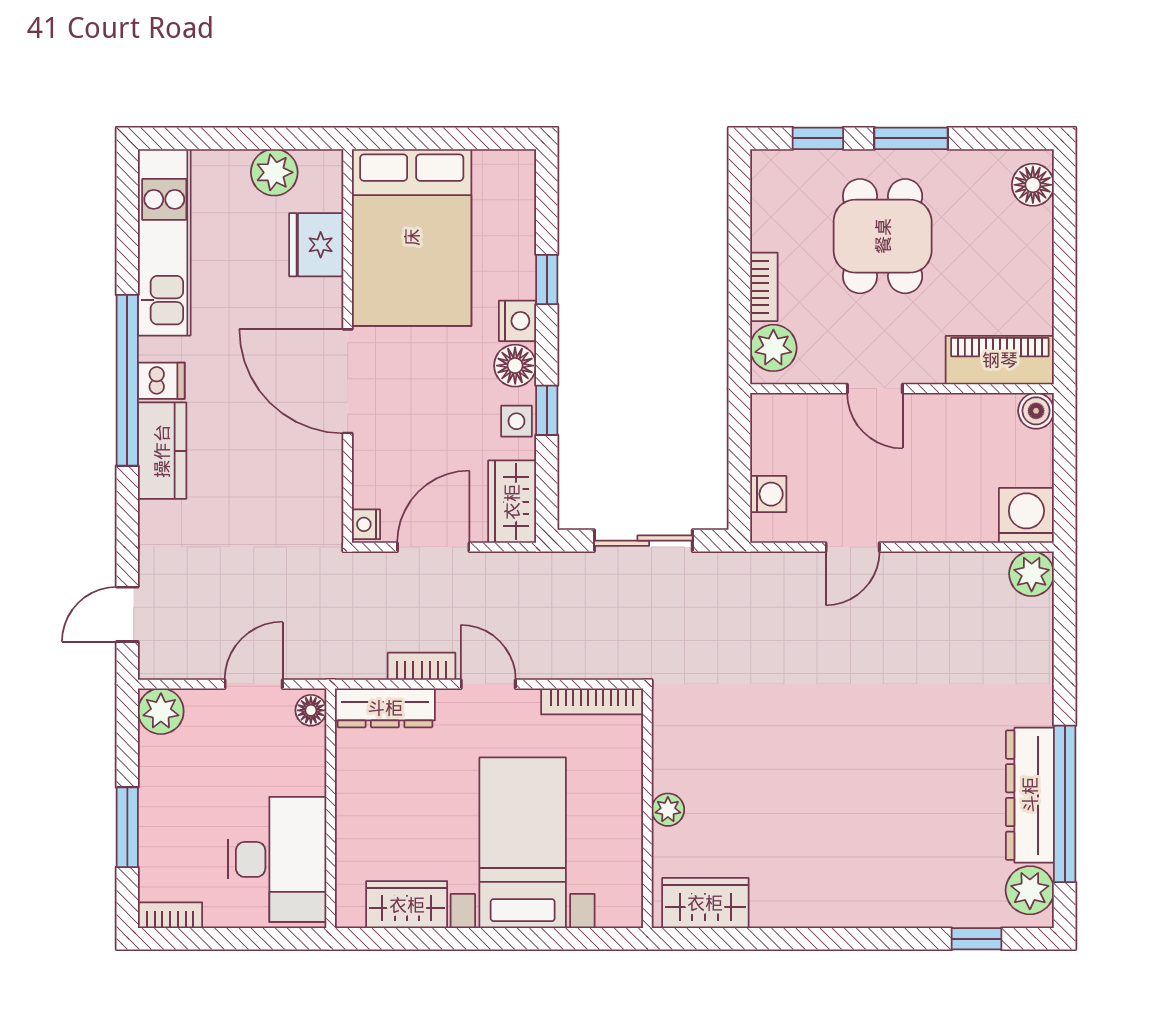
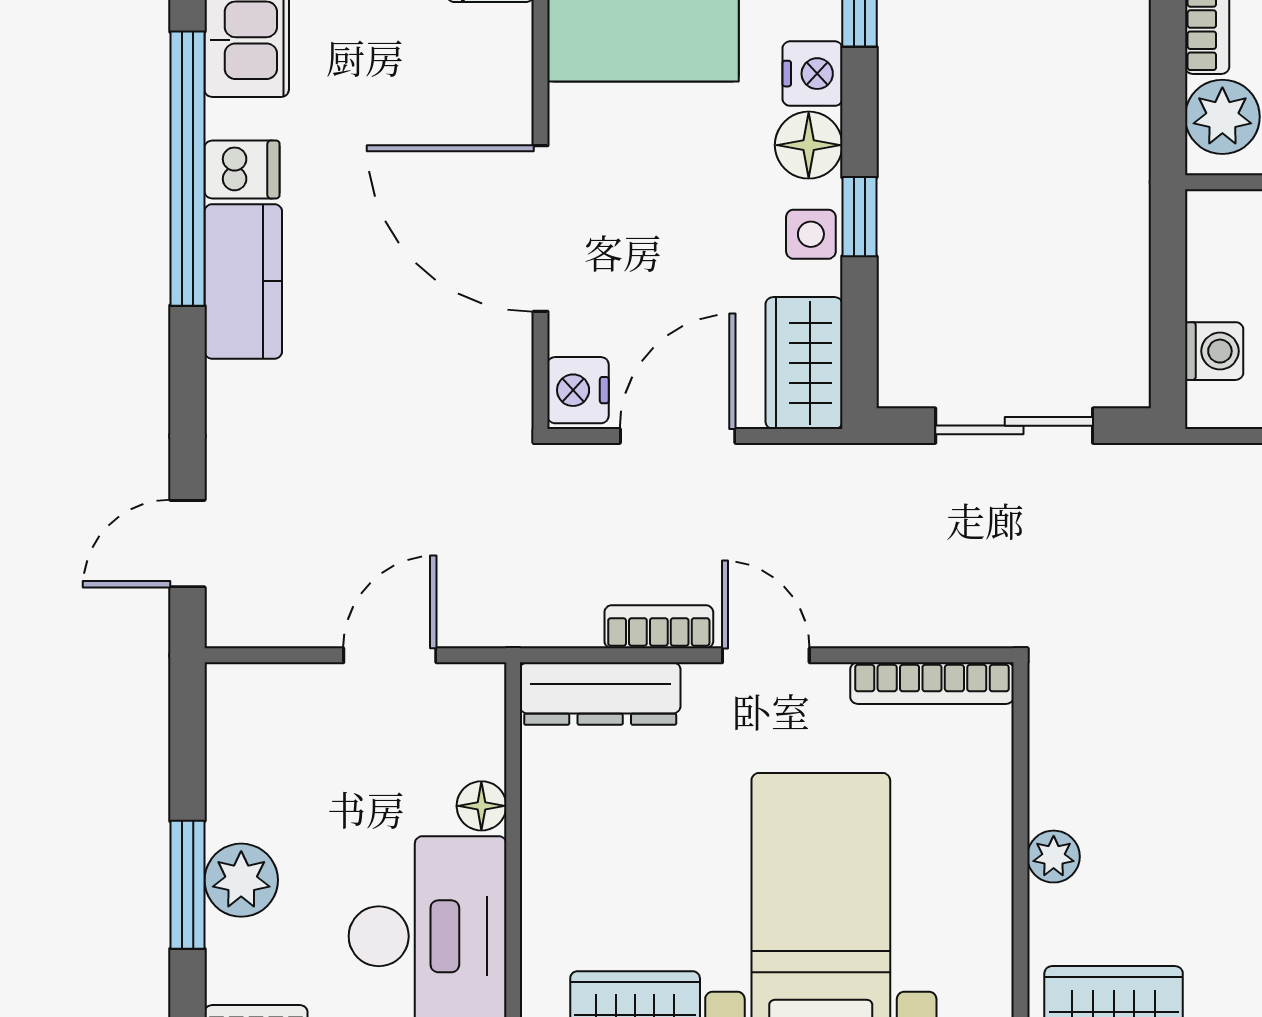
door: (348, 381) -> (541, 229), moved
nightstand: (366, 524) -> (578, 390), width x1.39, depth x1.35
floor lamp: (311, 710) -> (481, 806), moved
plant: (161, 711) -> (241, 880), moved

